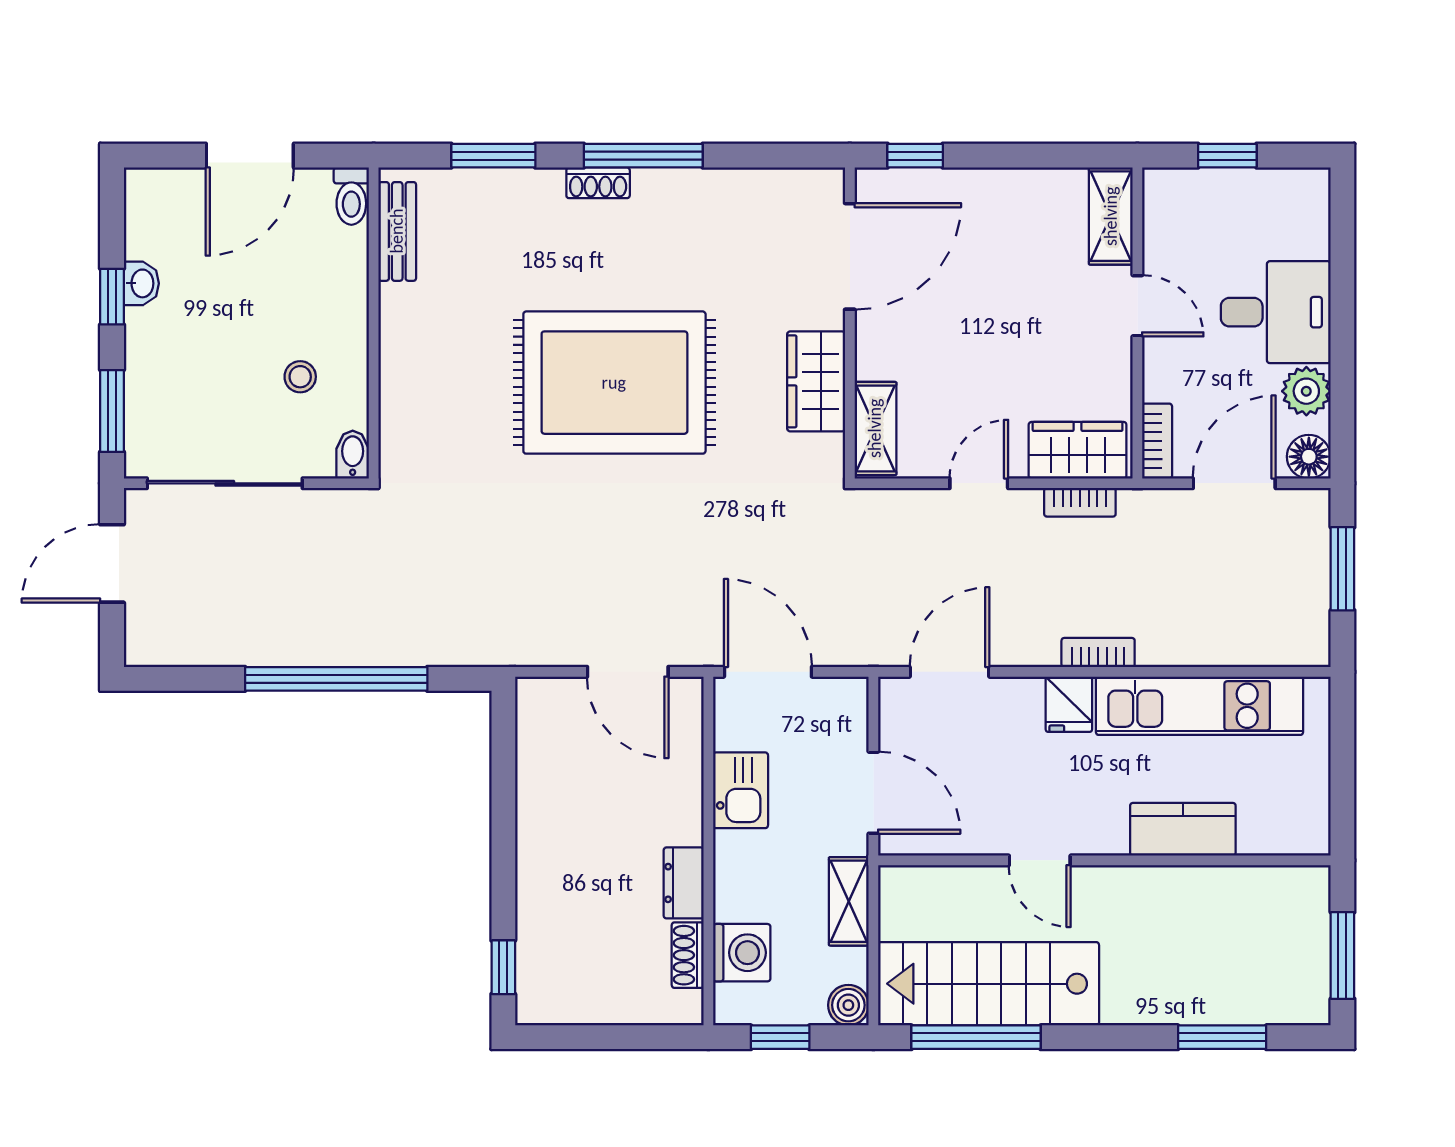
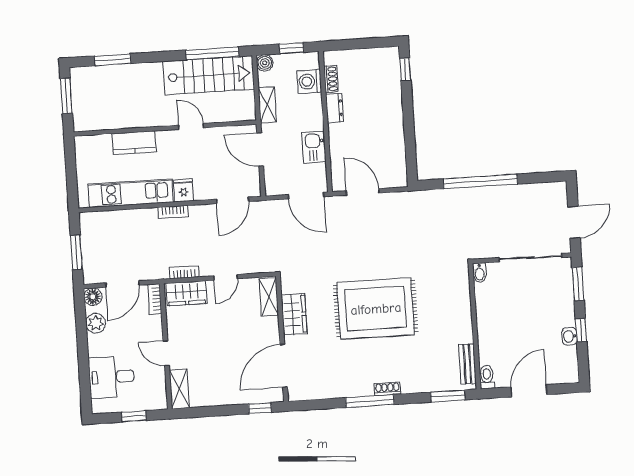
window: (493, 156) -> (448, 396), moved
desk: (1276, 312) -> (112, 377), moved
stool: (300, 377) -> (503, 303), removed

